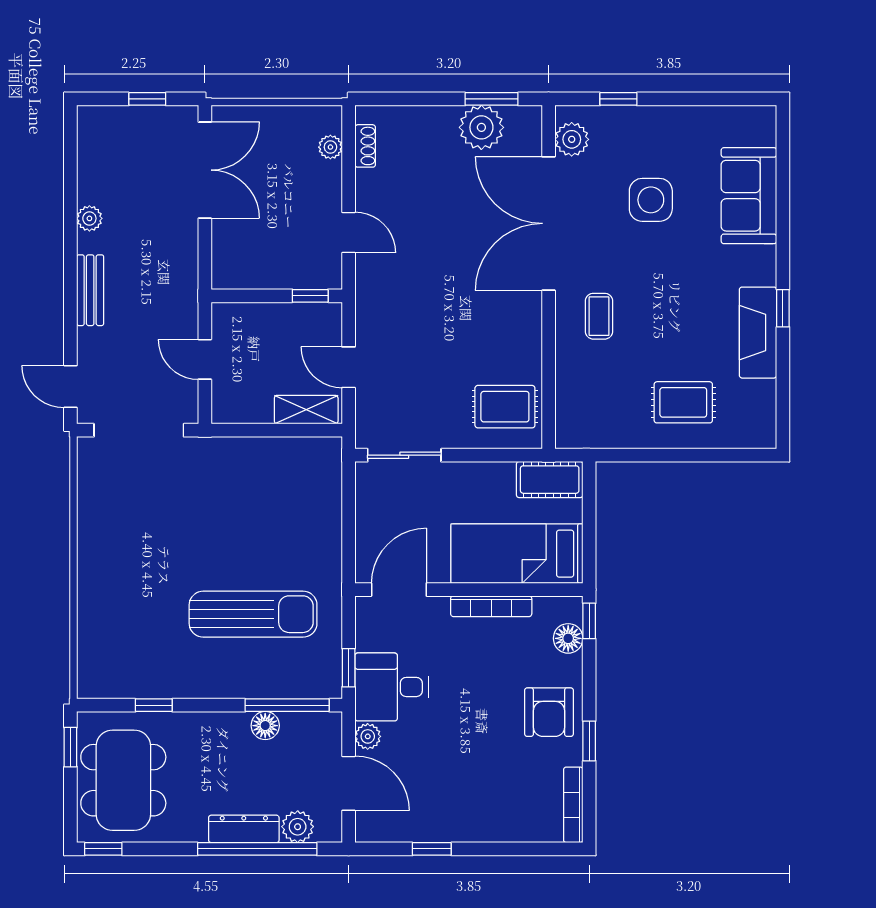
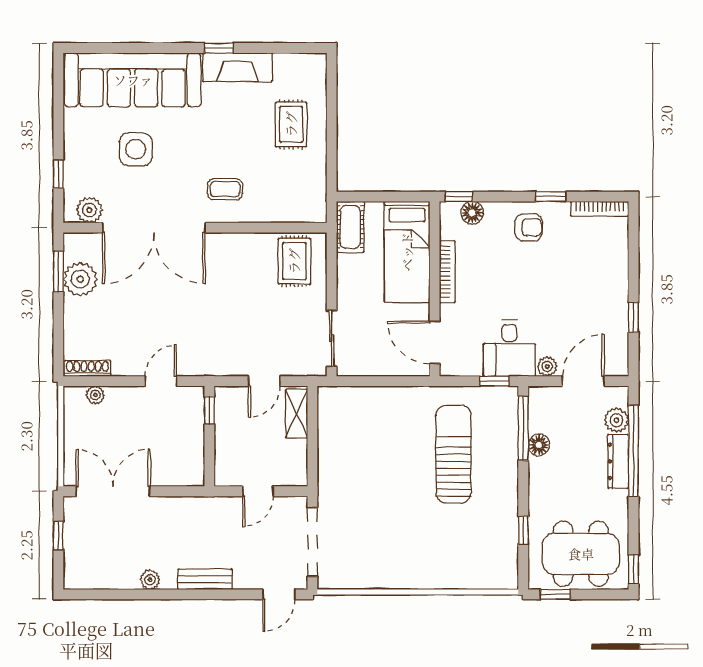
shoe rack: (365, 146) -> (87, 368), width x1.43
sofa: (749, 196) -> (133, 80), width x1.85, depth x1.27
armchair: (549, 712) -> (529, 227), width x0.72, depth x0.72

